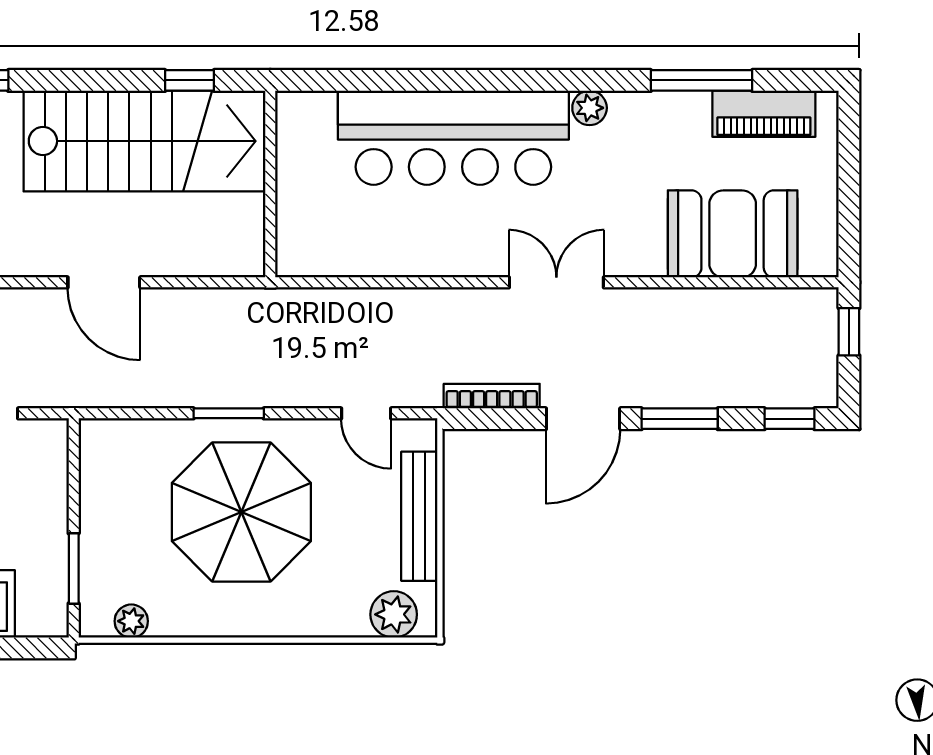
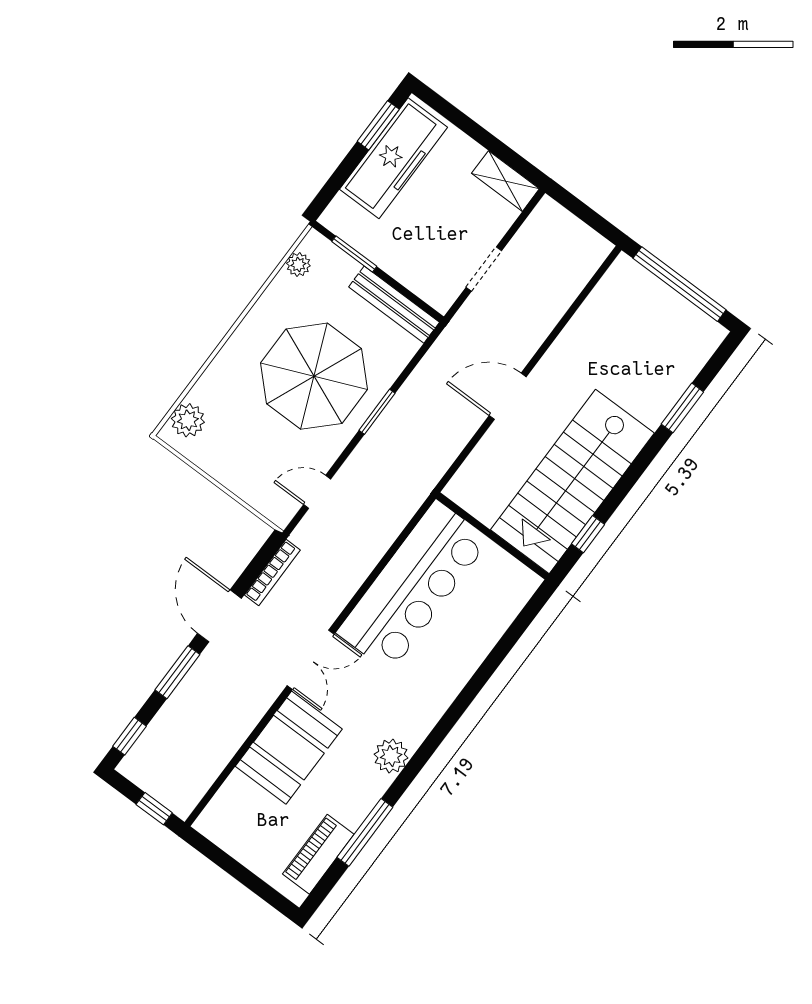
plant: (590, 108) -> (391, 756), width x1.38, depth x1.38
bar counter: (453, 138) -> (413, 586), moved, turned 180
booth: (733, 234) -> (289, 748), moved
bench: (419, 516) -> (394, 305), moved

